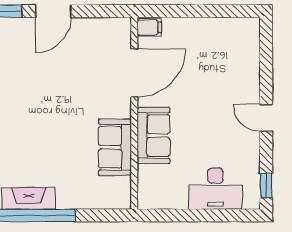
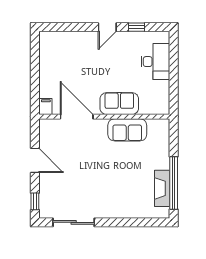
door: (53, 11) -> (35, 160), moved
window: (266, 185) -> (136, 27), moved

